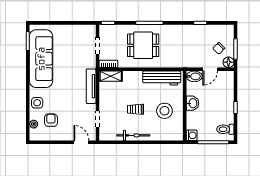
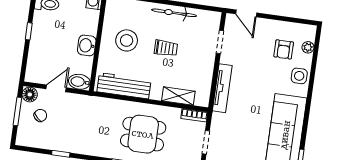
shelving: (111, 76) -> (178, 96), moved

